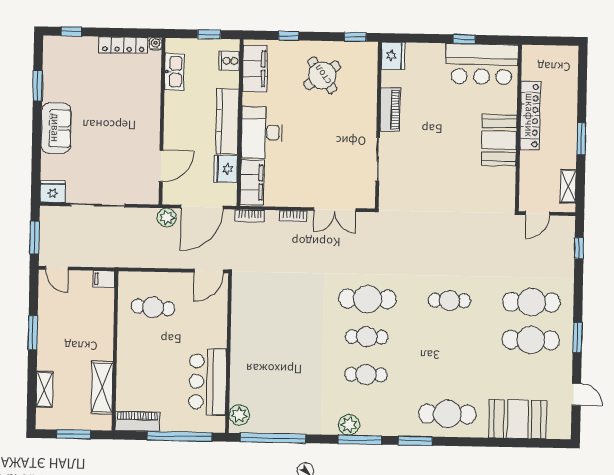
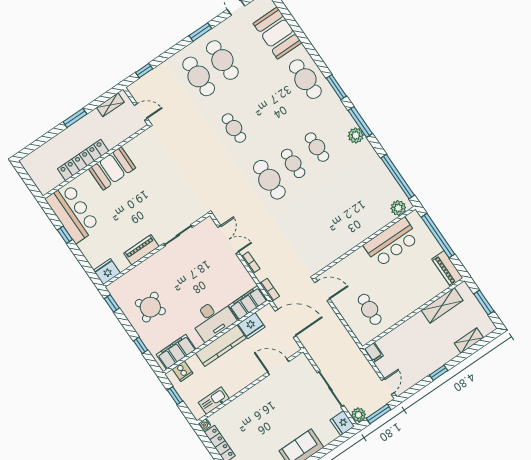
plant: (167, 218) -> (359, 415), moved
window: (33, 333) -> (439, 373), width x0.67

